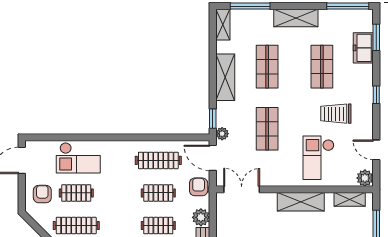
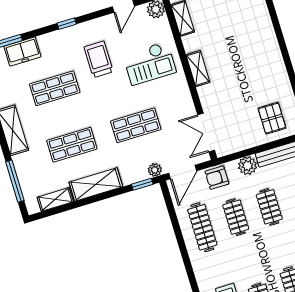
shelving: (223, 25) -> (55, 199), moved
trolley: (336, 114) -> (99, 59), turned 180
shelving: (301, 202) -> (198, 69), width x0.67, depth x0.75

